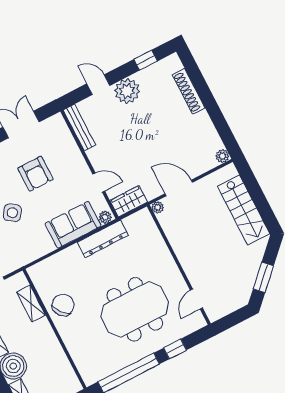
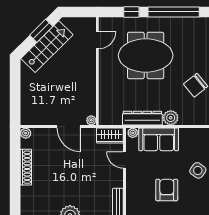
shoe rack: (189, 91) -> (26, 167), moved
stairs: (244, 210) -> (47, 47), moved, turned 45
plant: (72, 255) -> (171, 118), added

